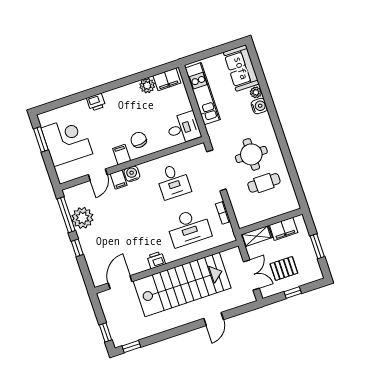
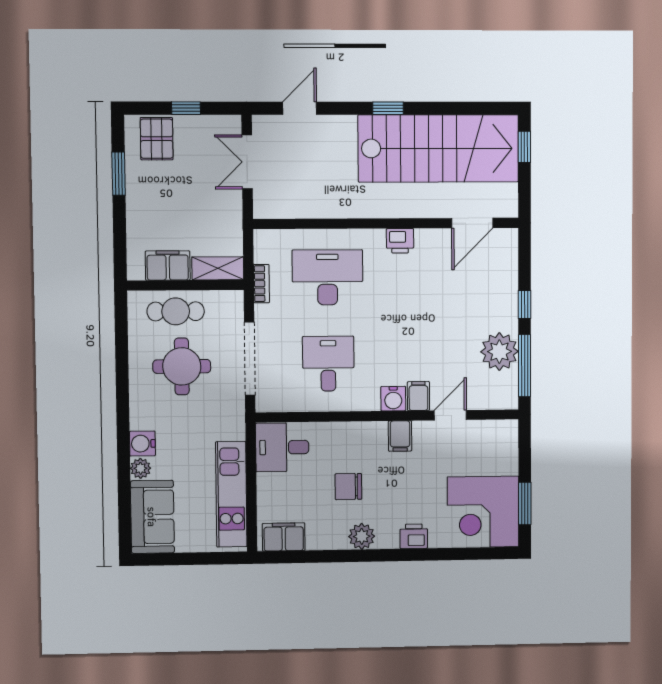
plant: (147, 86) -> (362, 536), moved
chair: (139, 140) -> (348, 487), moved, turned 98
corner desk: (67, 141) -> (483, 512), moved
wall: (271, 221) -> (185, 285), moved
filing cabinet: (284, 229) -> (168, 266), moved
shelving: (257, 236) -> (218, 268), moved
pallet: (284, 268) -> (157, 139), moved, turned 90
stairs: (182, 284) -> (438, 148), moved, turned 180
door: (214, 319) -> (300, 108), moved
window: (131, 347) -> (388, 108), moved

